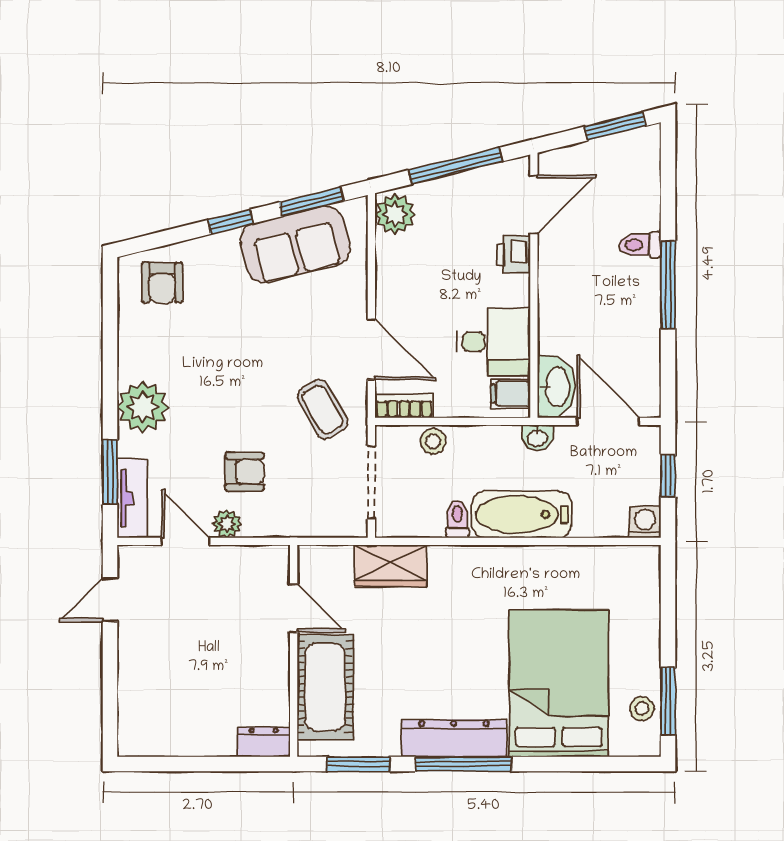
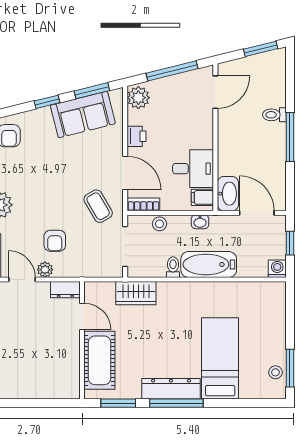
printer: (513, 255) -> (136, 136), moved, turned 180
washbasin: (537, 438) -> (200, 222), moved
armchair: (245, 472) -> (55, 241), turned 90
bed: (559, 683) -> (220, 358), width x0.67
dresser: (264, 742) -> (65, 290), moved, turned 180

